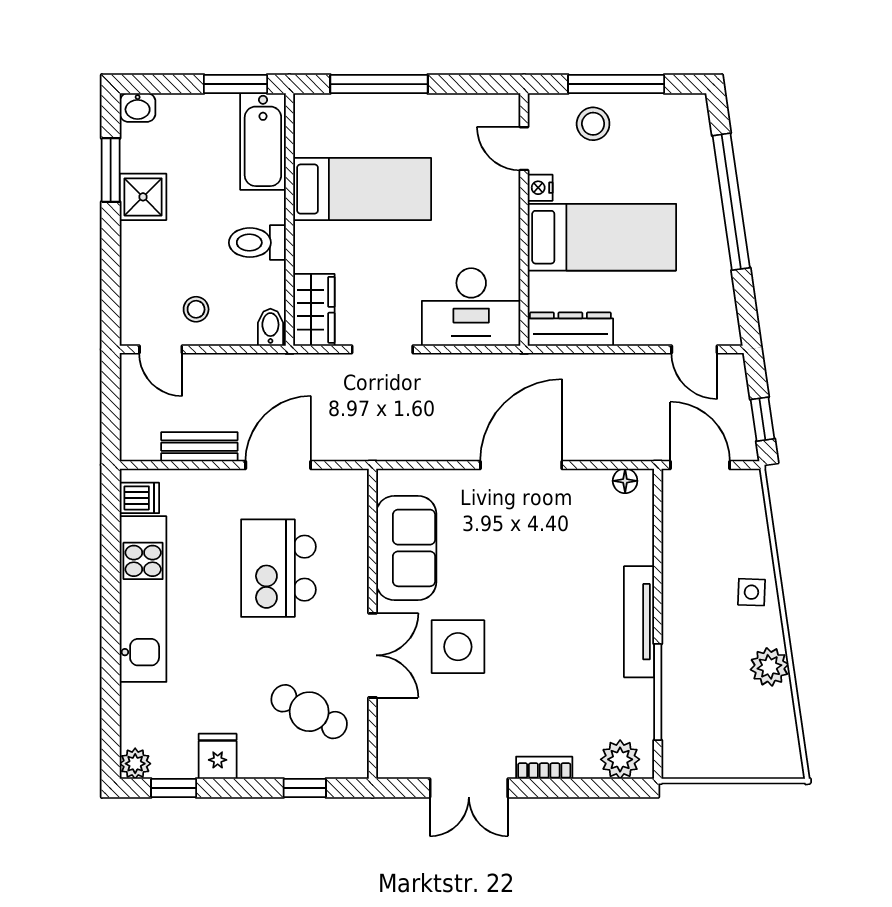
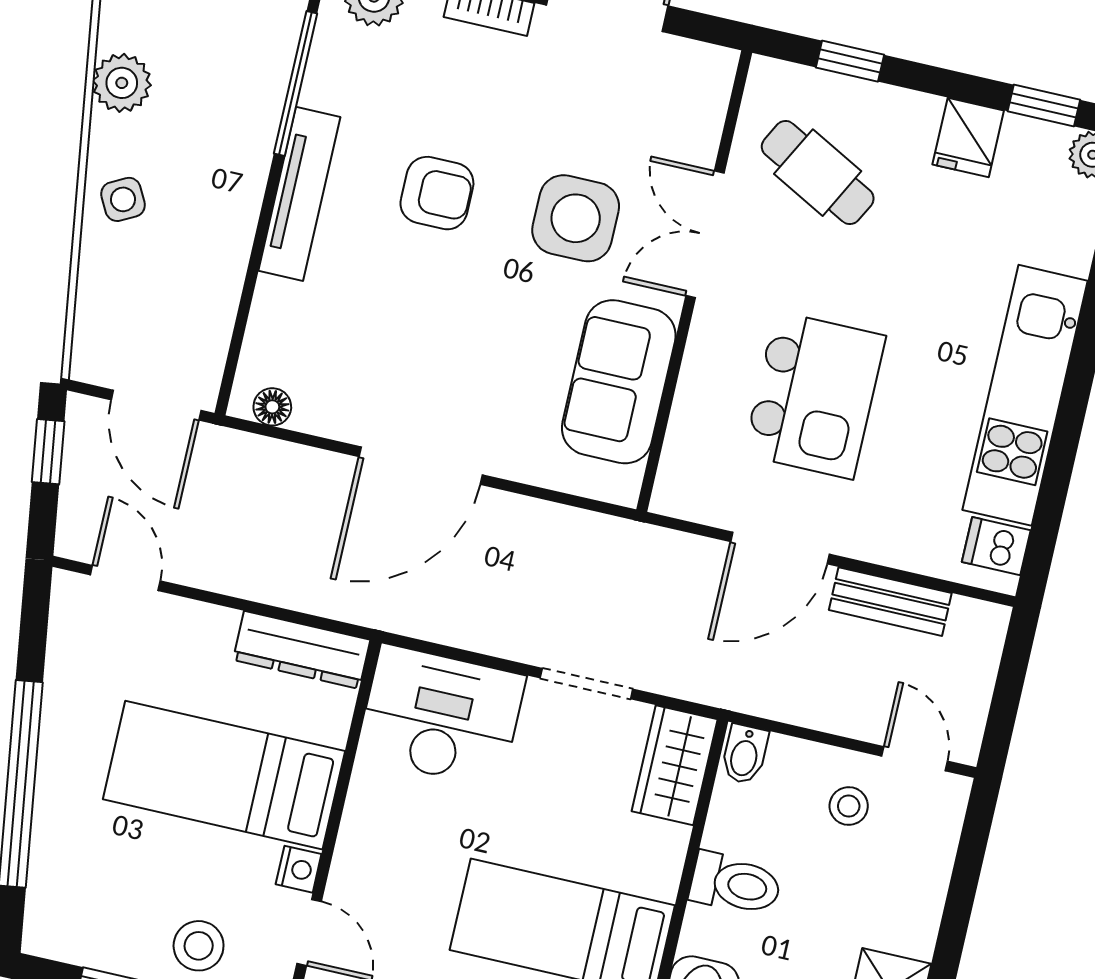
side table: (751, 592) -> (123, 199), turned -30
armchair: (551, 642) -> (437, 193), added

